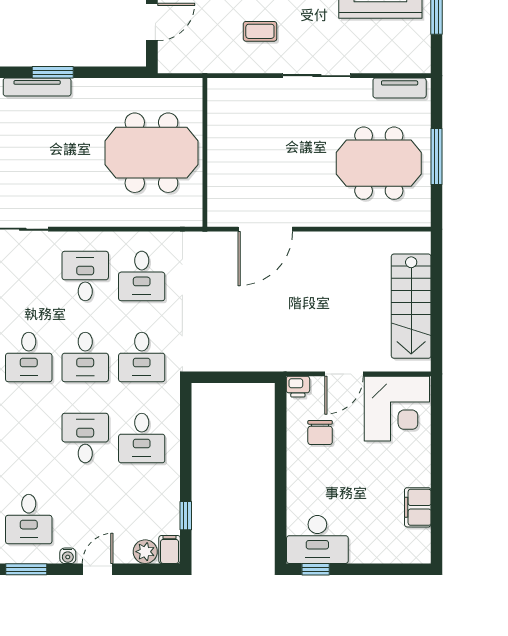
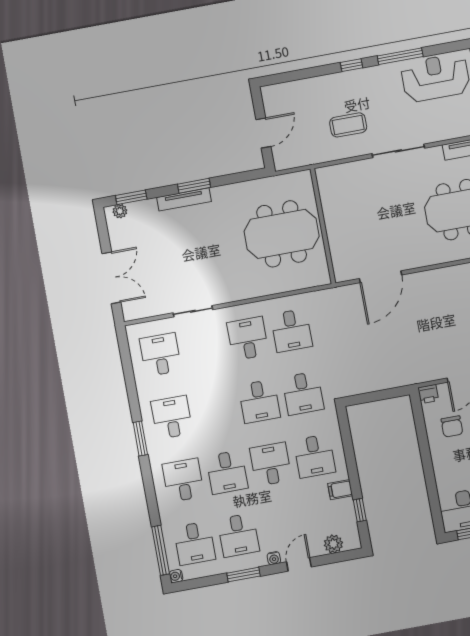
coffee table: (260, 31) -> (348, 125), width x1.36, depth x1.30
desk: (29, 357) -> (227, 472), moved
filing cabinet: (170, 549) -> (340, 490), moved, turned -90

